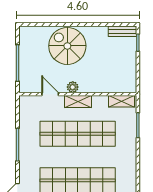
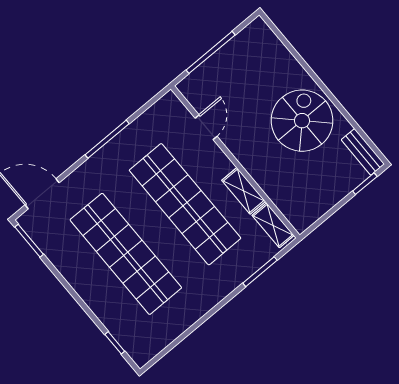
spiral stairs: (67, 46) -> (302, 121), moved
plant: (73, 87) -> (239, 148), removed
shelving: (78, 101) -> (244, 191), moved

